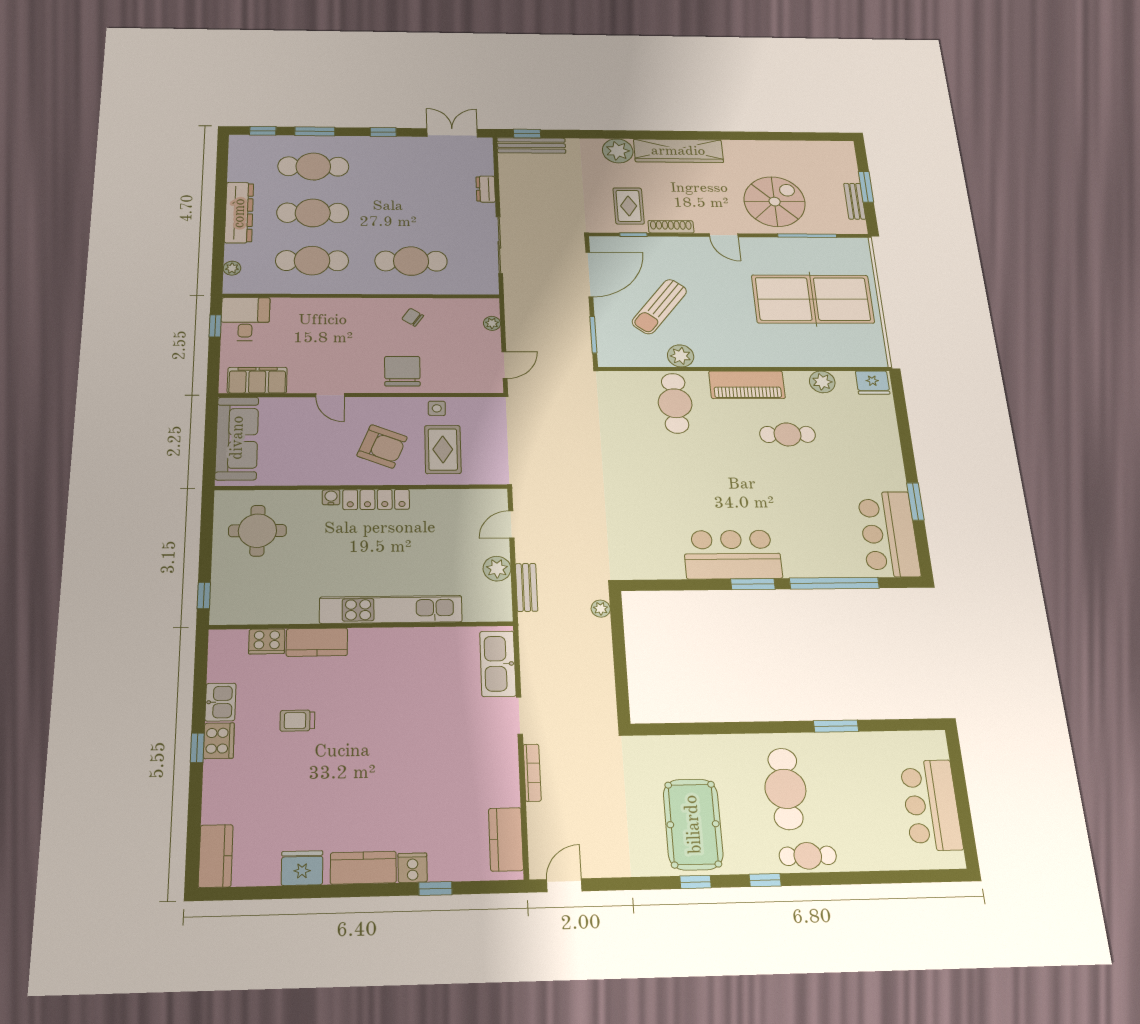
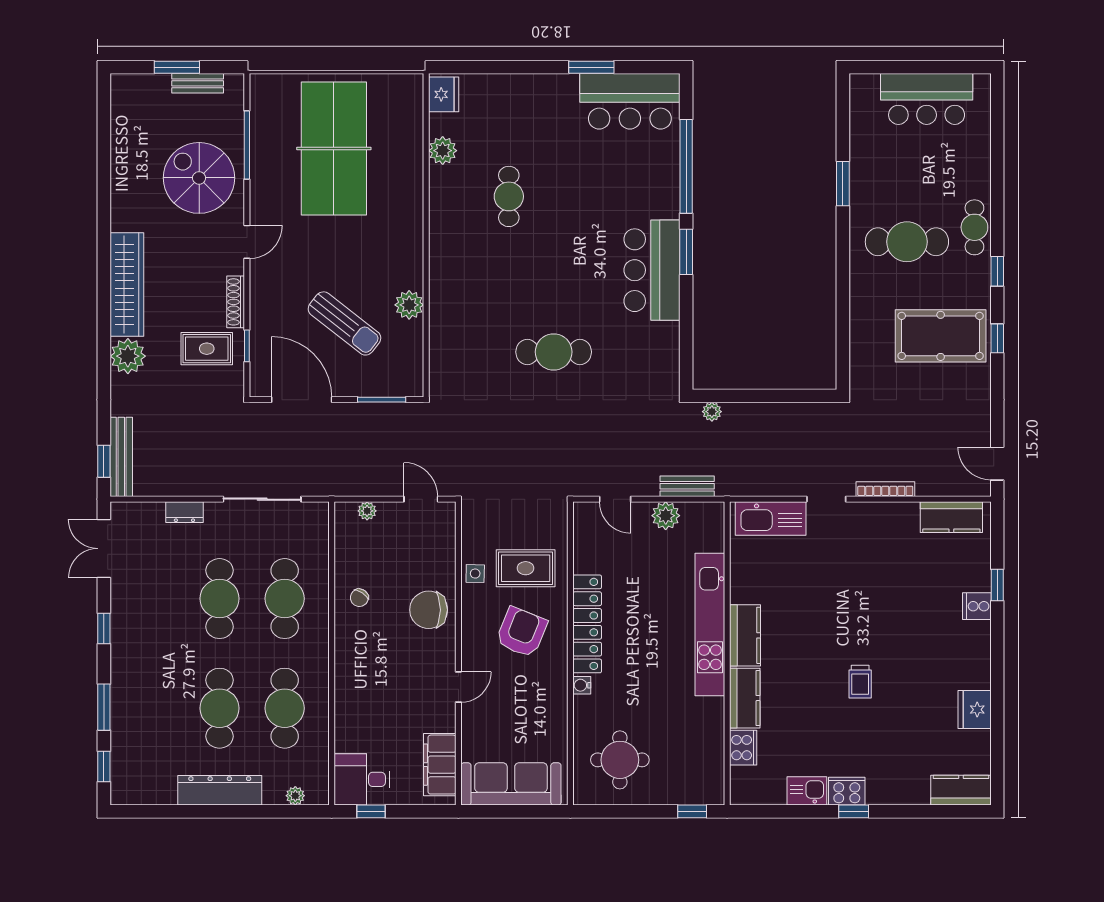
cafe table: (313, 166) -> (220, 599), moved
piano: (747, 385) -> (446, 235), removed
cafe table: (675, 403) -> (554, 352), moved
locker: (376, 499) -> (587, 624), width x1.41, depth x1.21
trolley: (297, 721) -> (860, 682), moved
kitchen counter: (363, 868) -> (745, 635), moved, turned 180

